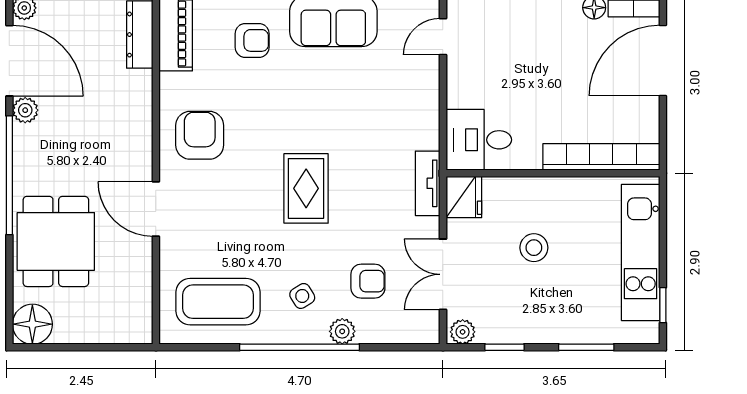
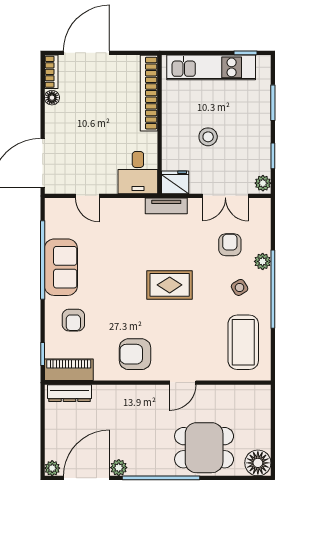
door: (443, 37) -> (87, 196), moved
armchair: (252, 40) -> (73, 320), turned 180
door: (663, 61) -> (86, 53), swing flipped
door: (156, 209) -> (183, 383), width x0.73

